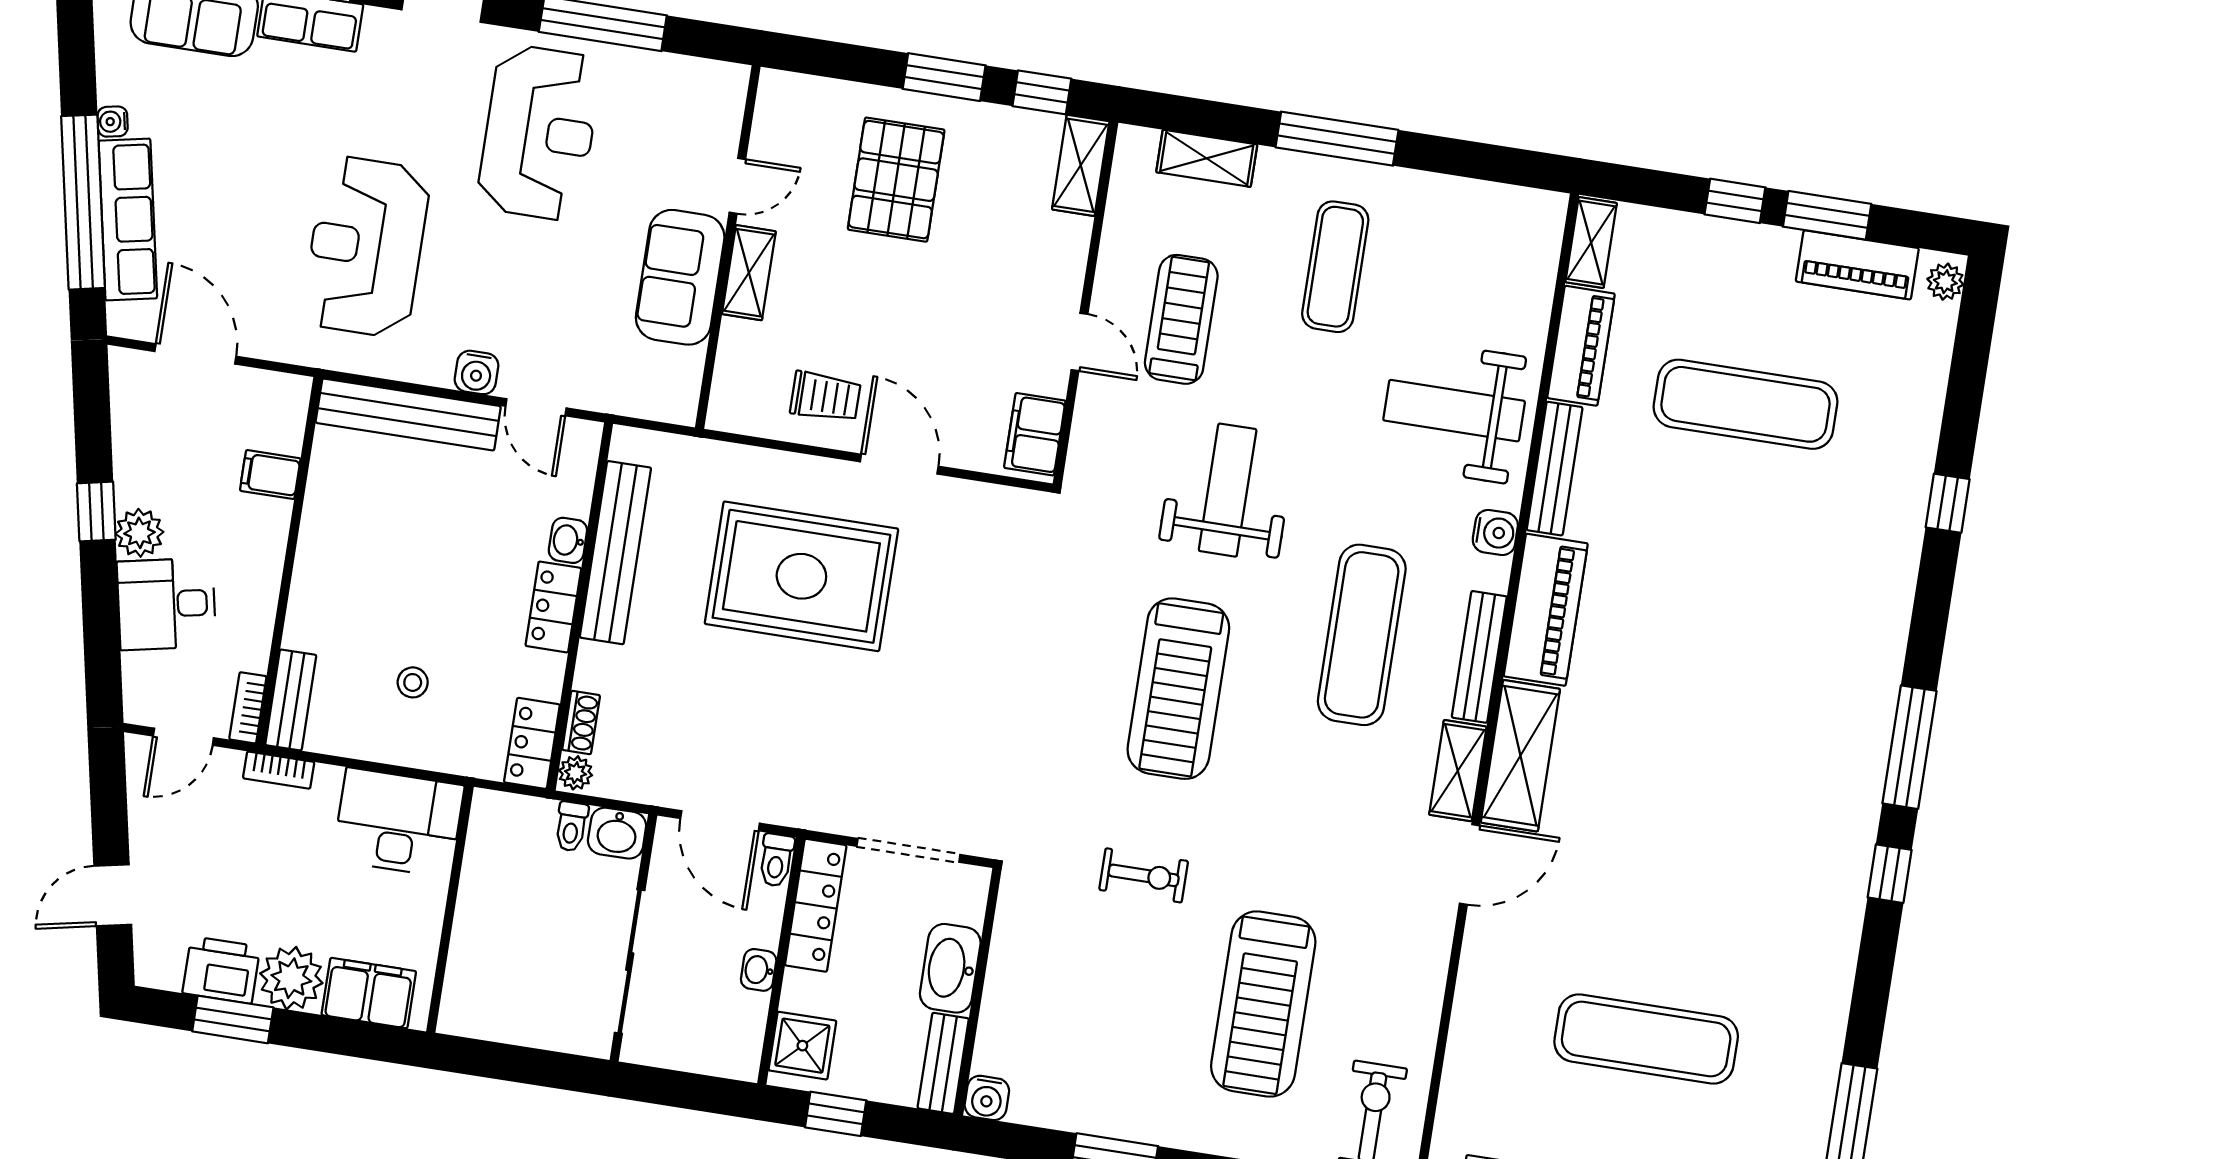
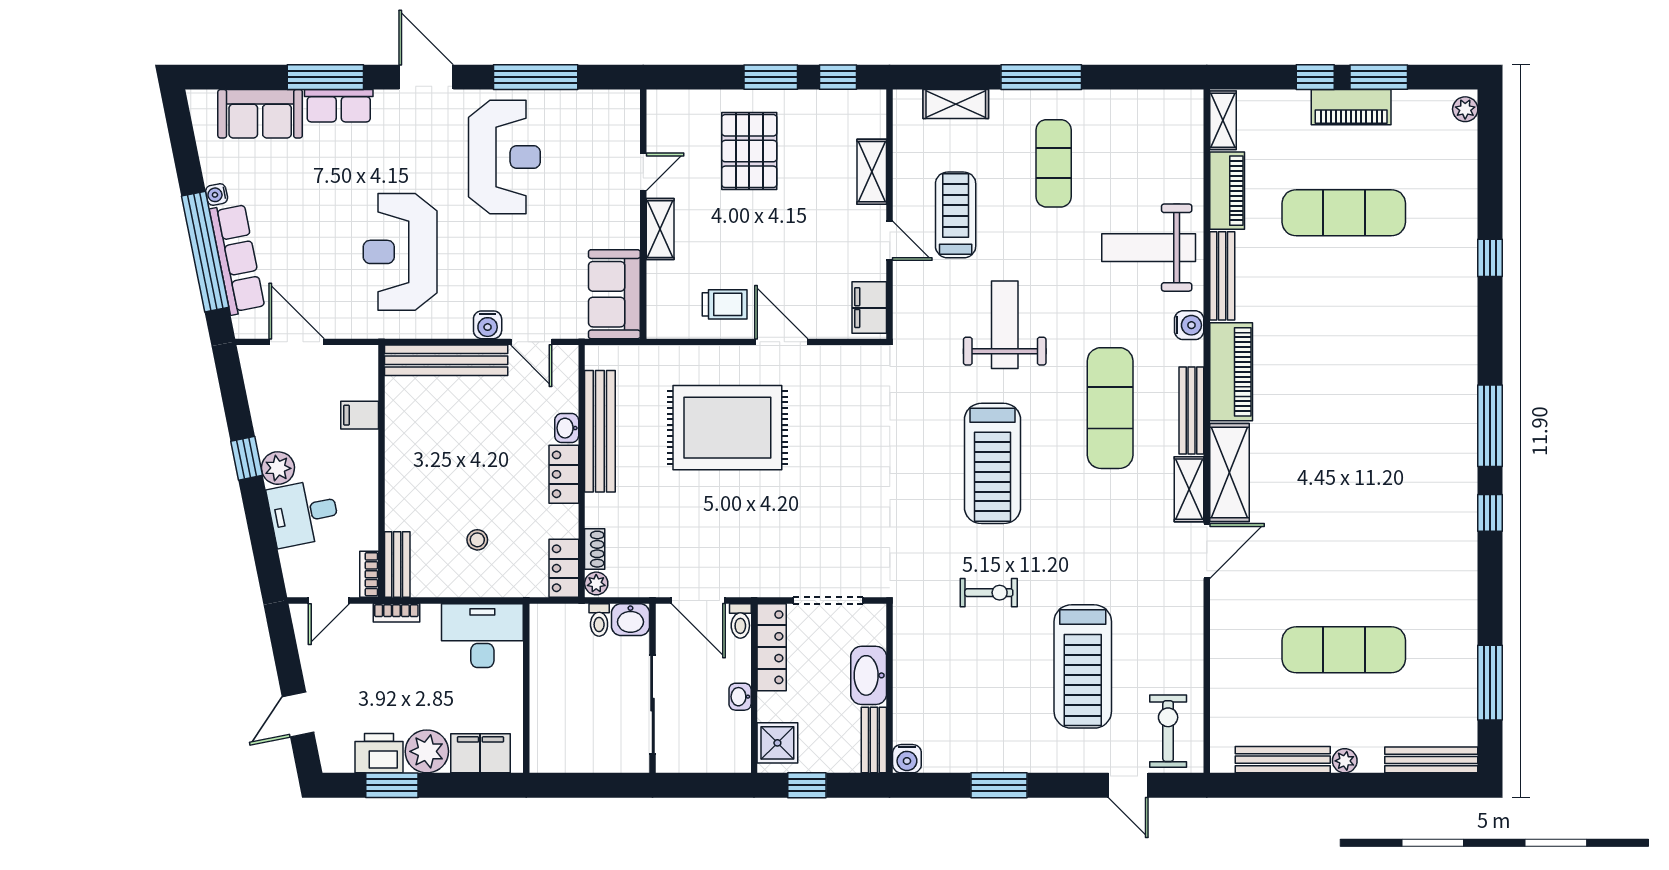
shelving: (1081, 165) -> (872, 172), moved
piano: (1857, 265) -> (1351, 107), moved
sofa: (680, 277) -> (614, 294), moved

